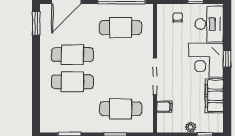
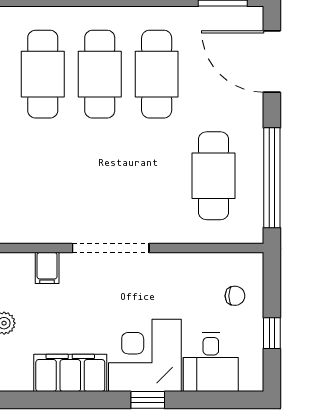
desk: (209, 24) -> (211, 362), width x0.73
cafe table: (121, 109) -> (43, 74), moved

